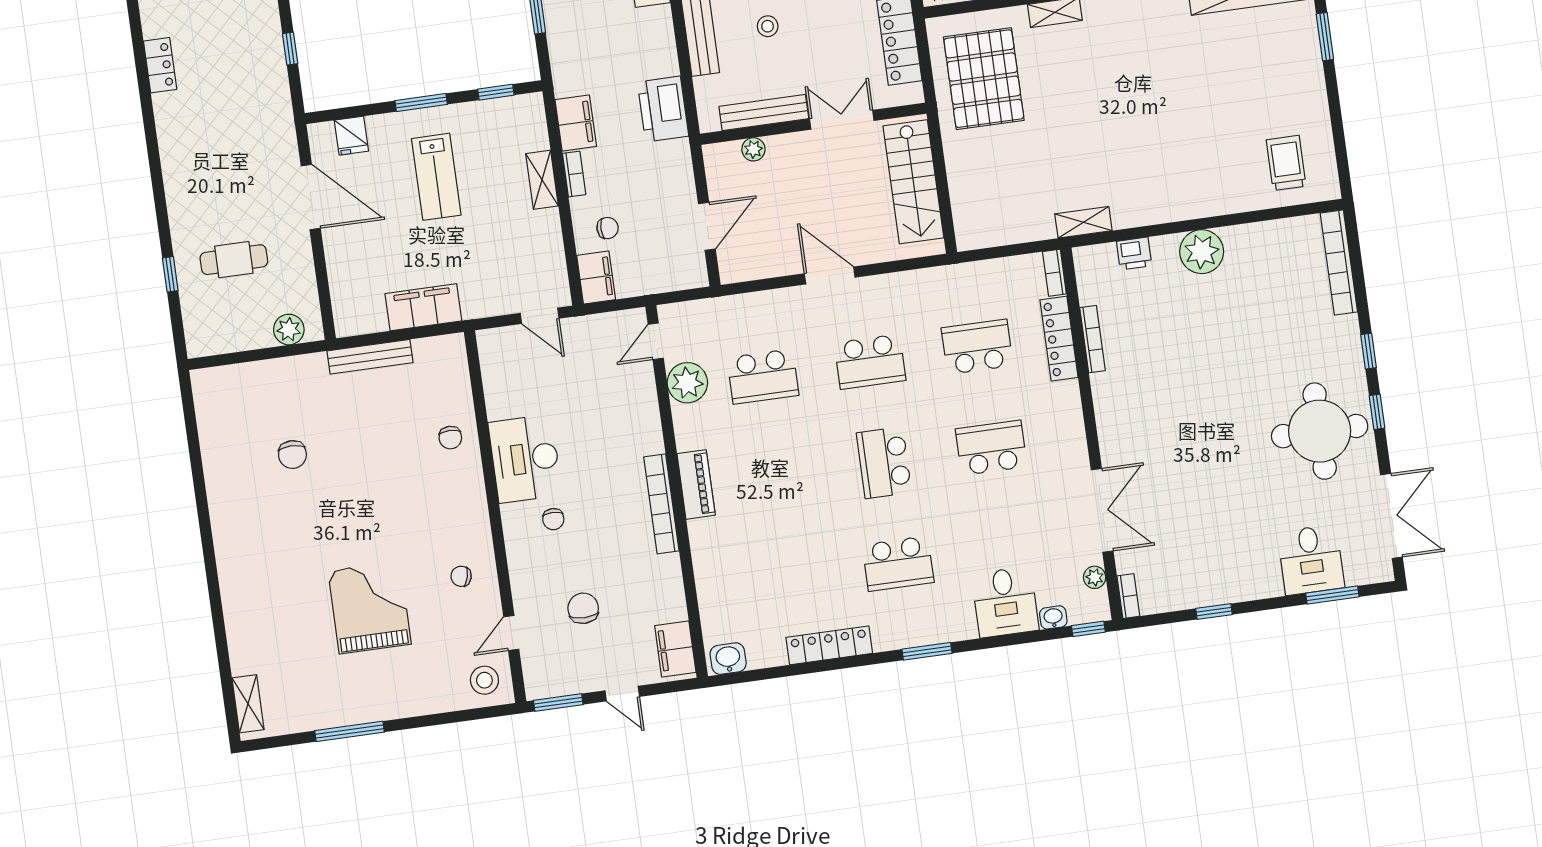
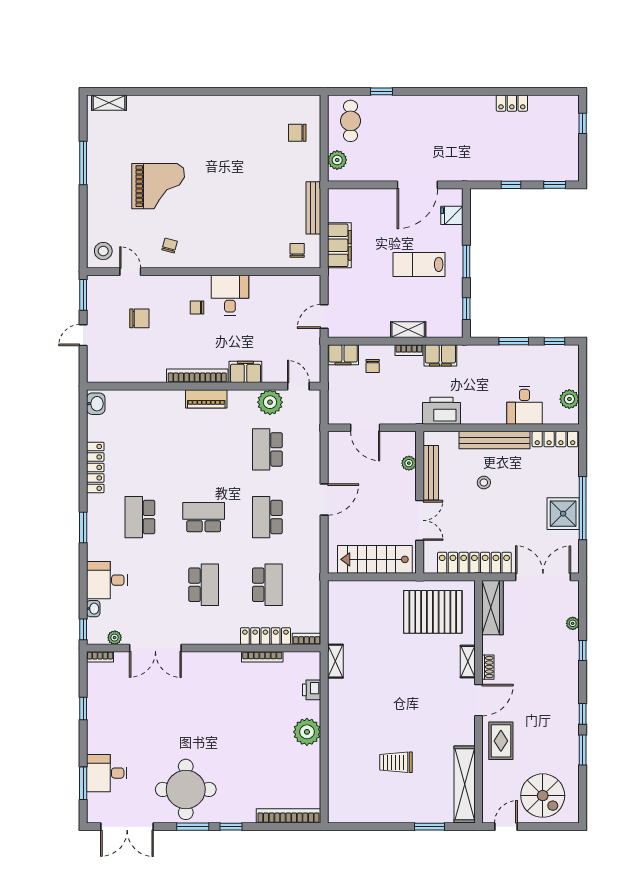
trolley: (1286, 163) -> (396, 762), moved, turned 180
cafe table: (234, 260) -> (350, 121), moved
window: (1377, 412) -> (193, 827), width x1.50
chair: (450, 438) -> (297, 250), moved, turned 90
chair: (292, 455) -> (297, 133), moved
desk: (525, 459) -> (230, 295), width x0.73
filing cabinet: (675, 649) -> (245, 372), moved

